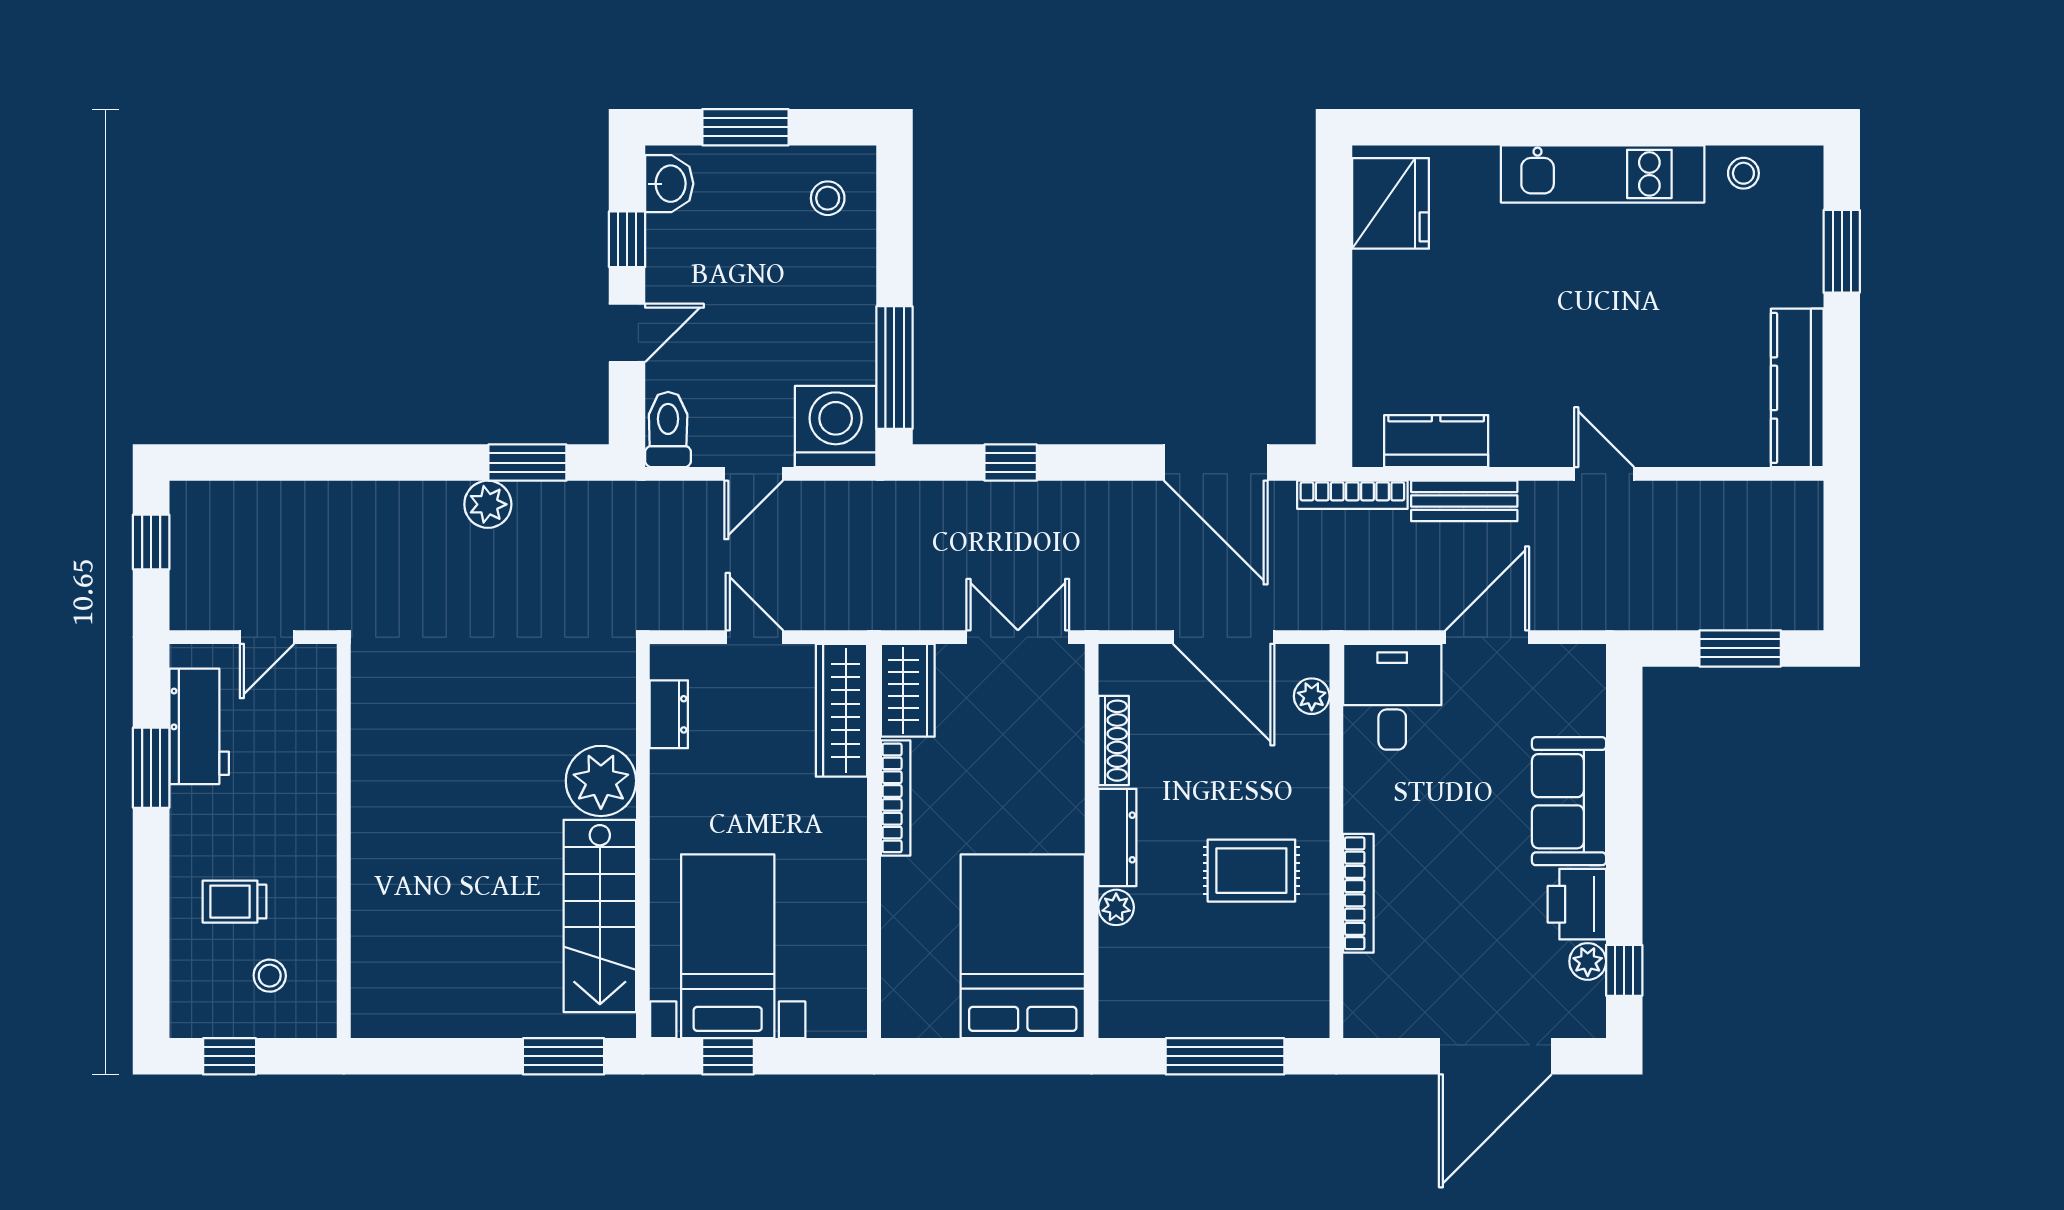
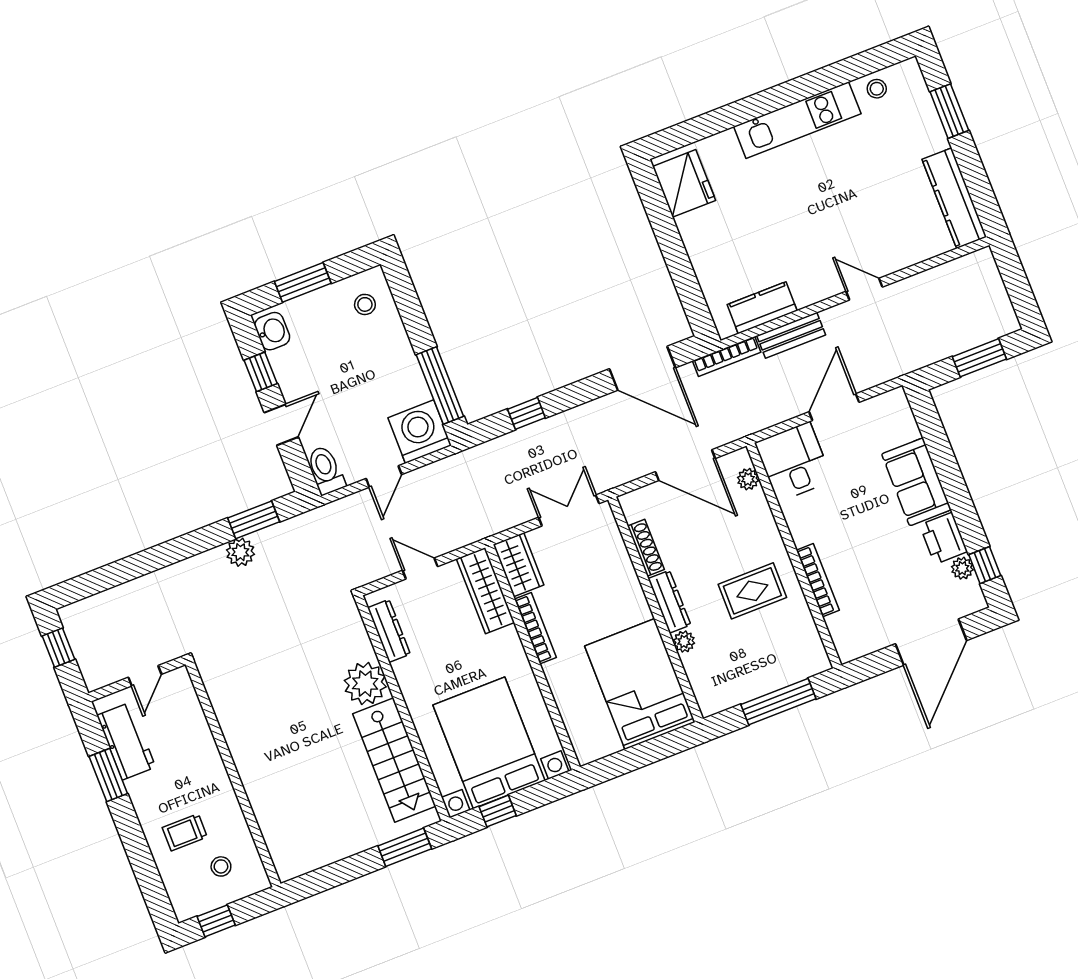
dresser: (669, 714) -> (389, 631), width x1.44
bed with nightstands: (728, 946) -> (489, 743), width x1.36

